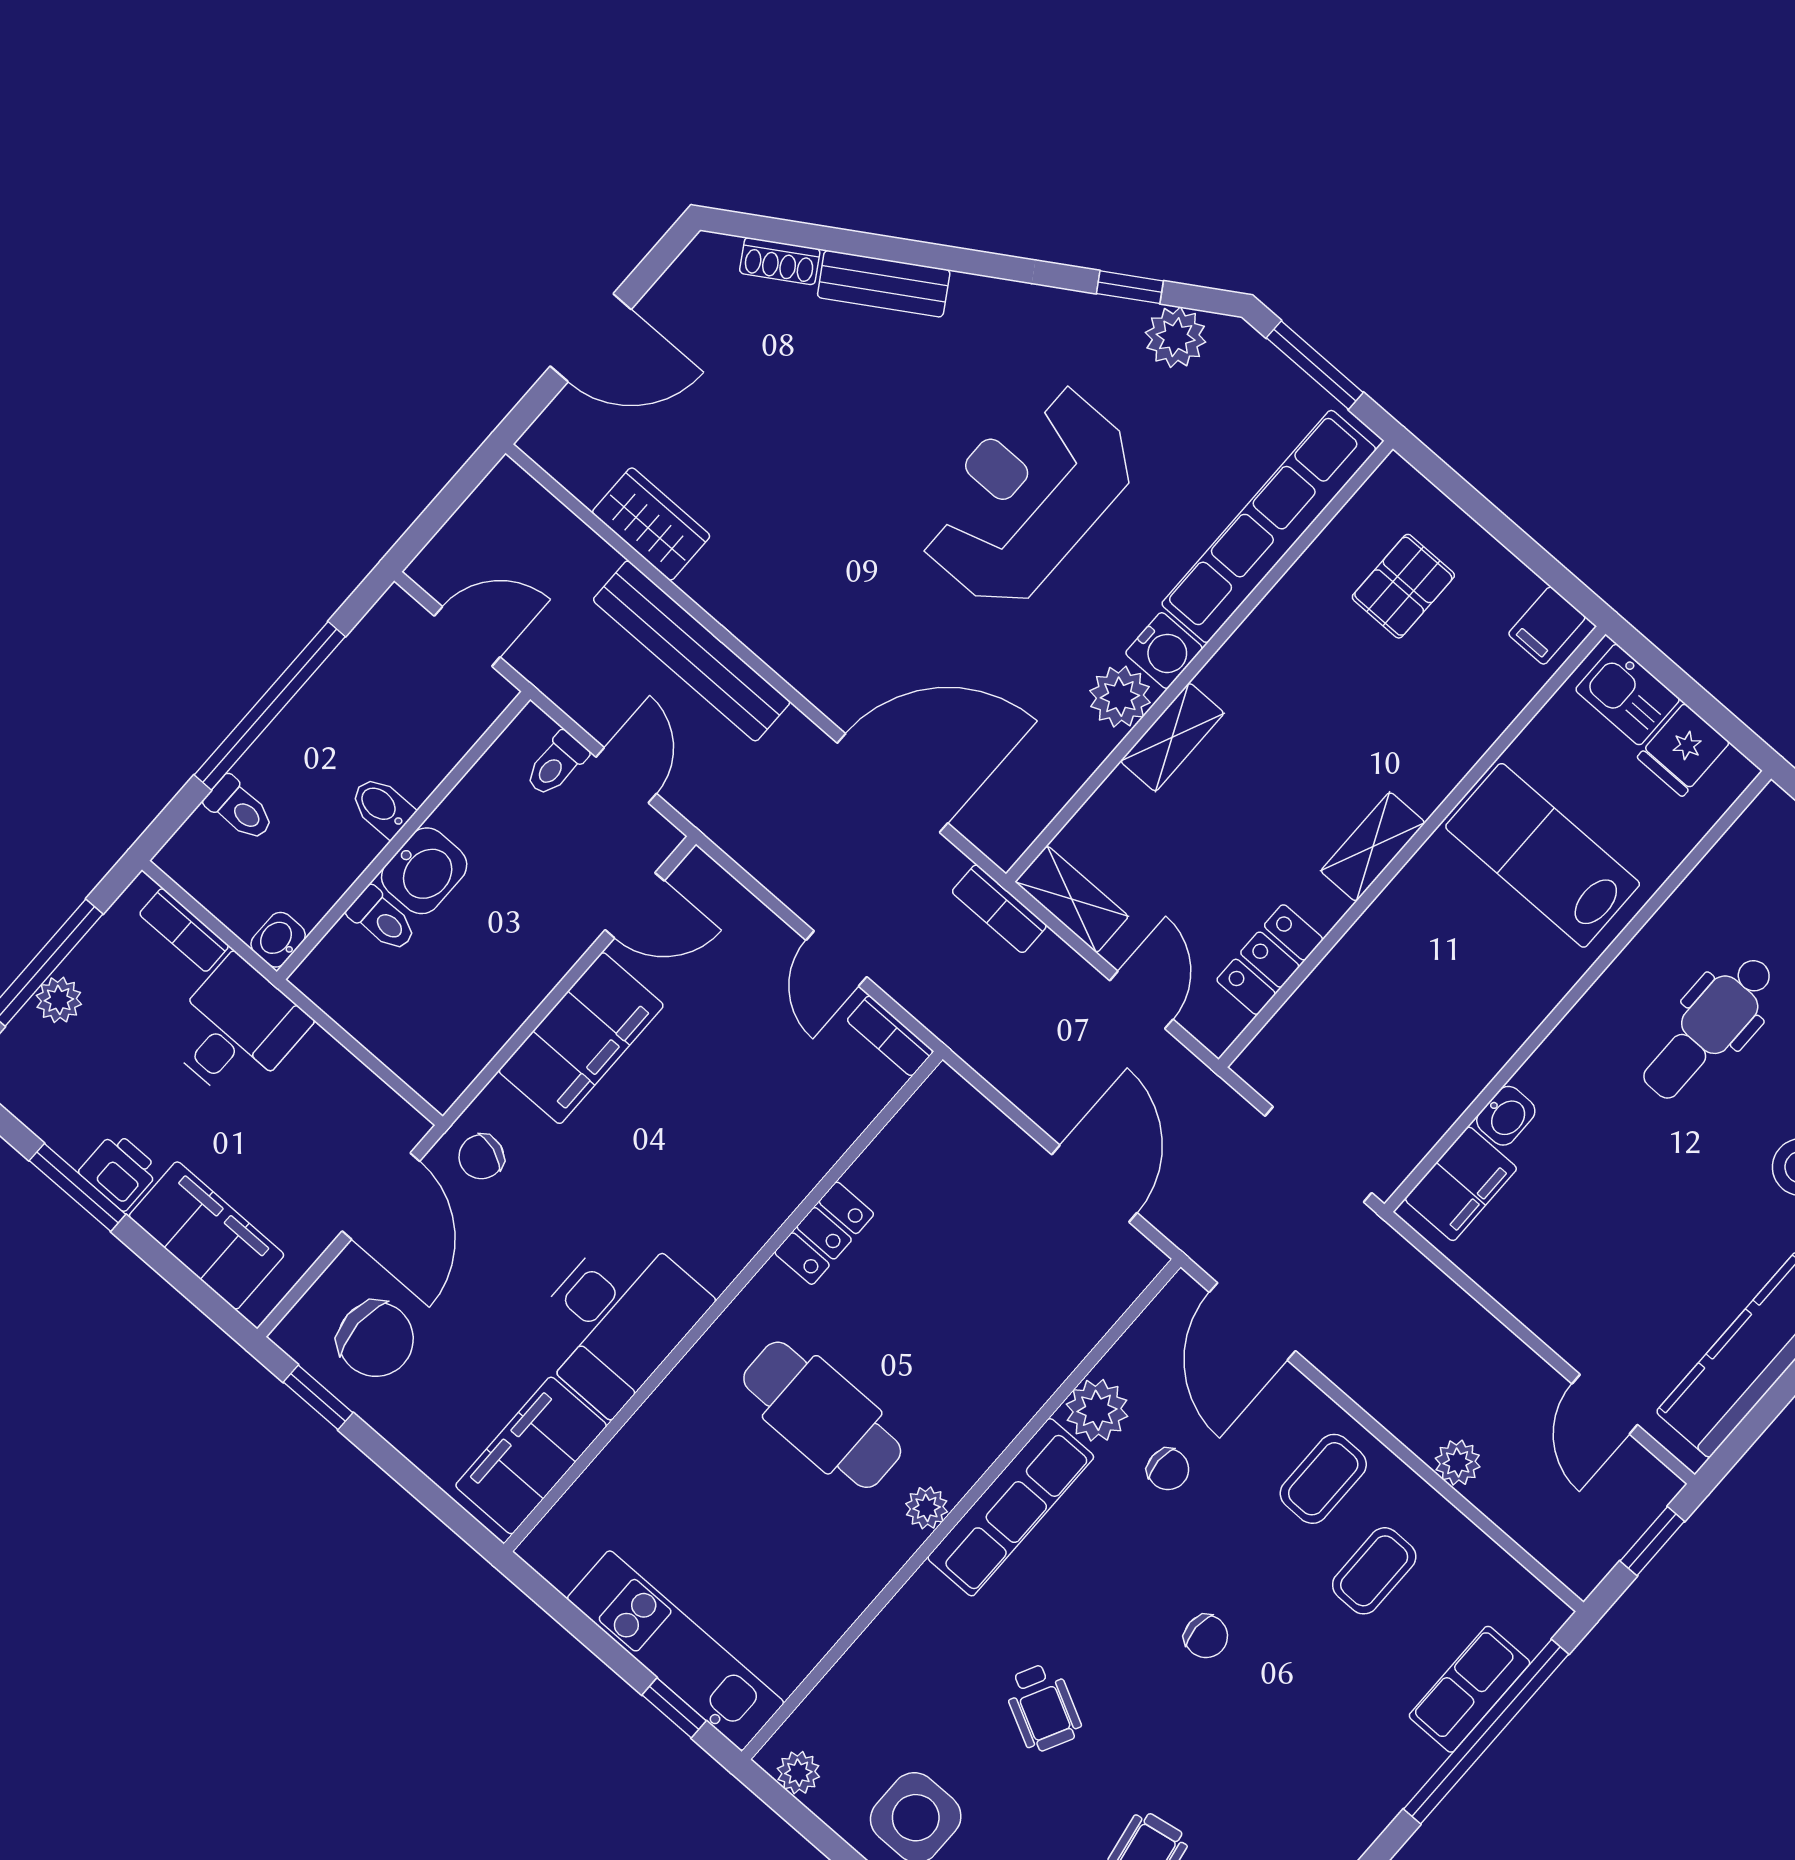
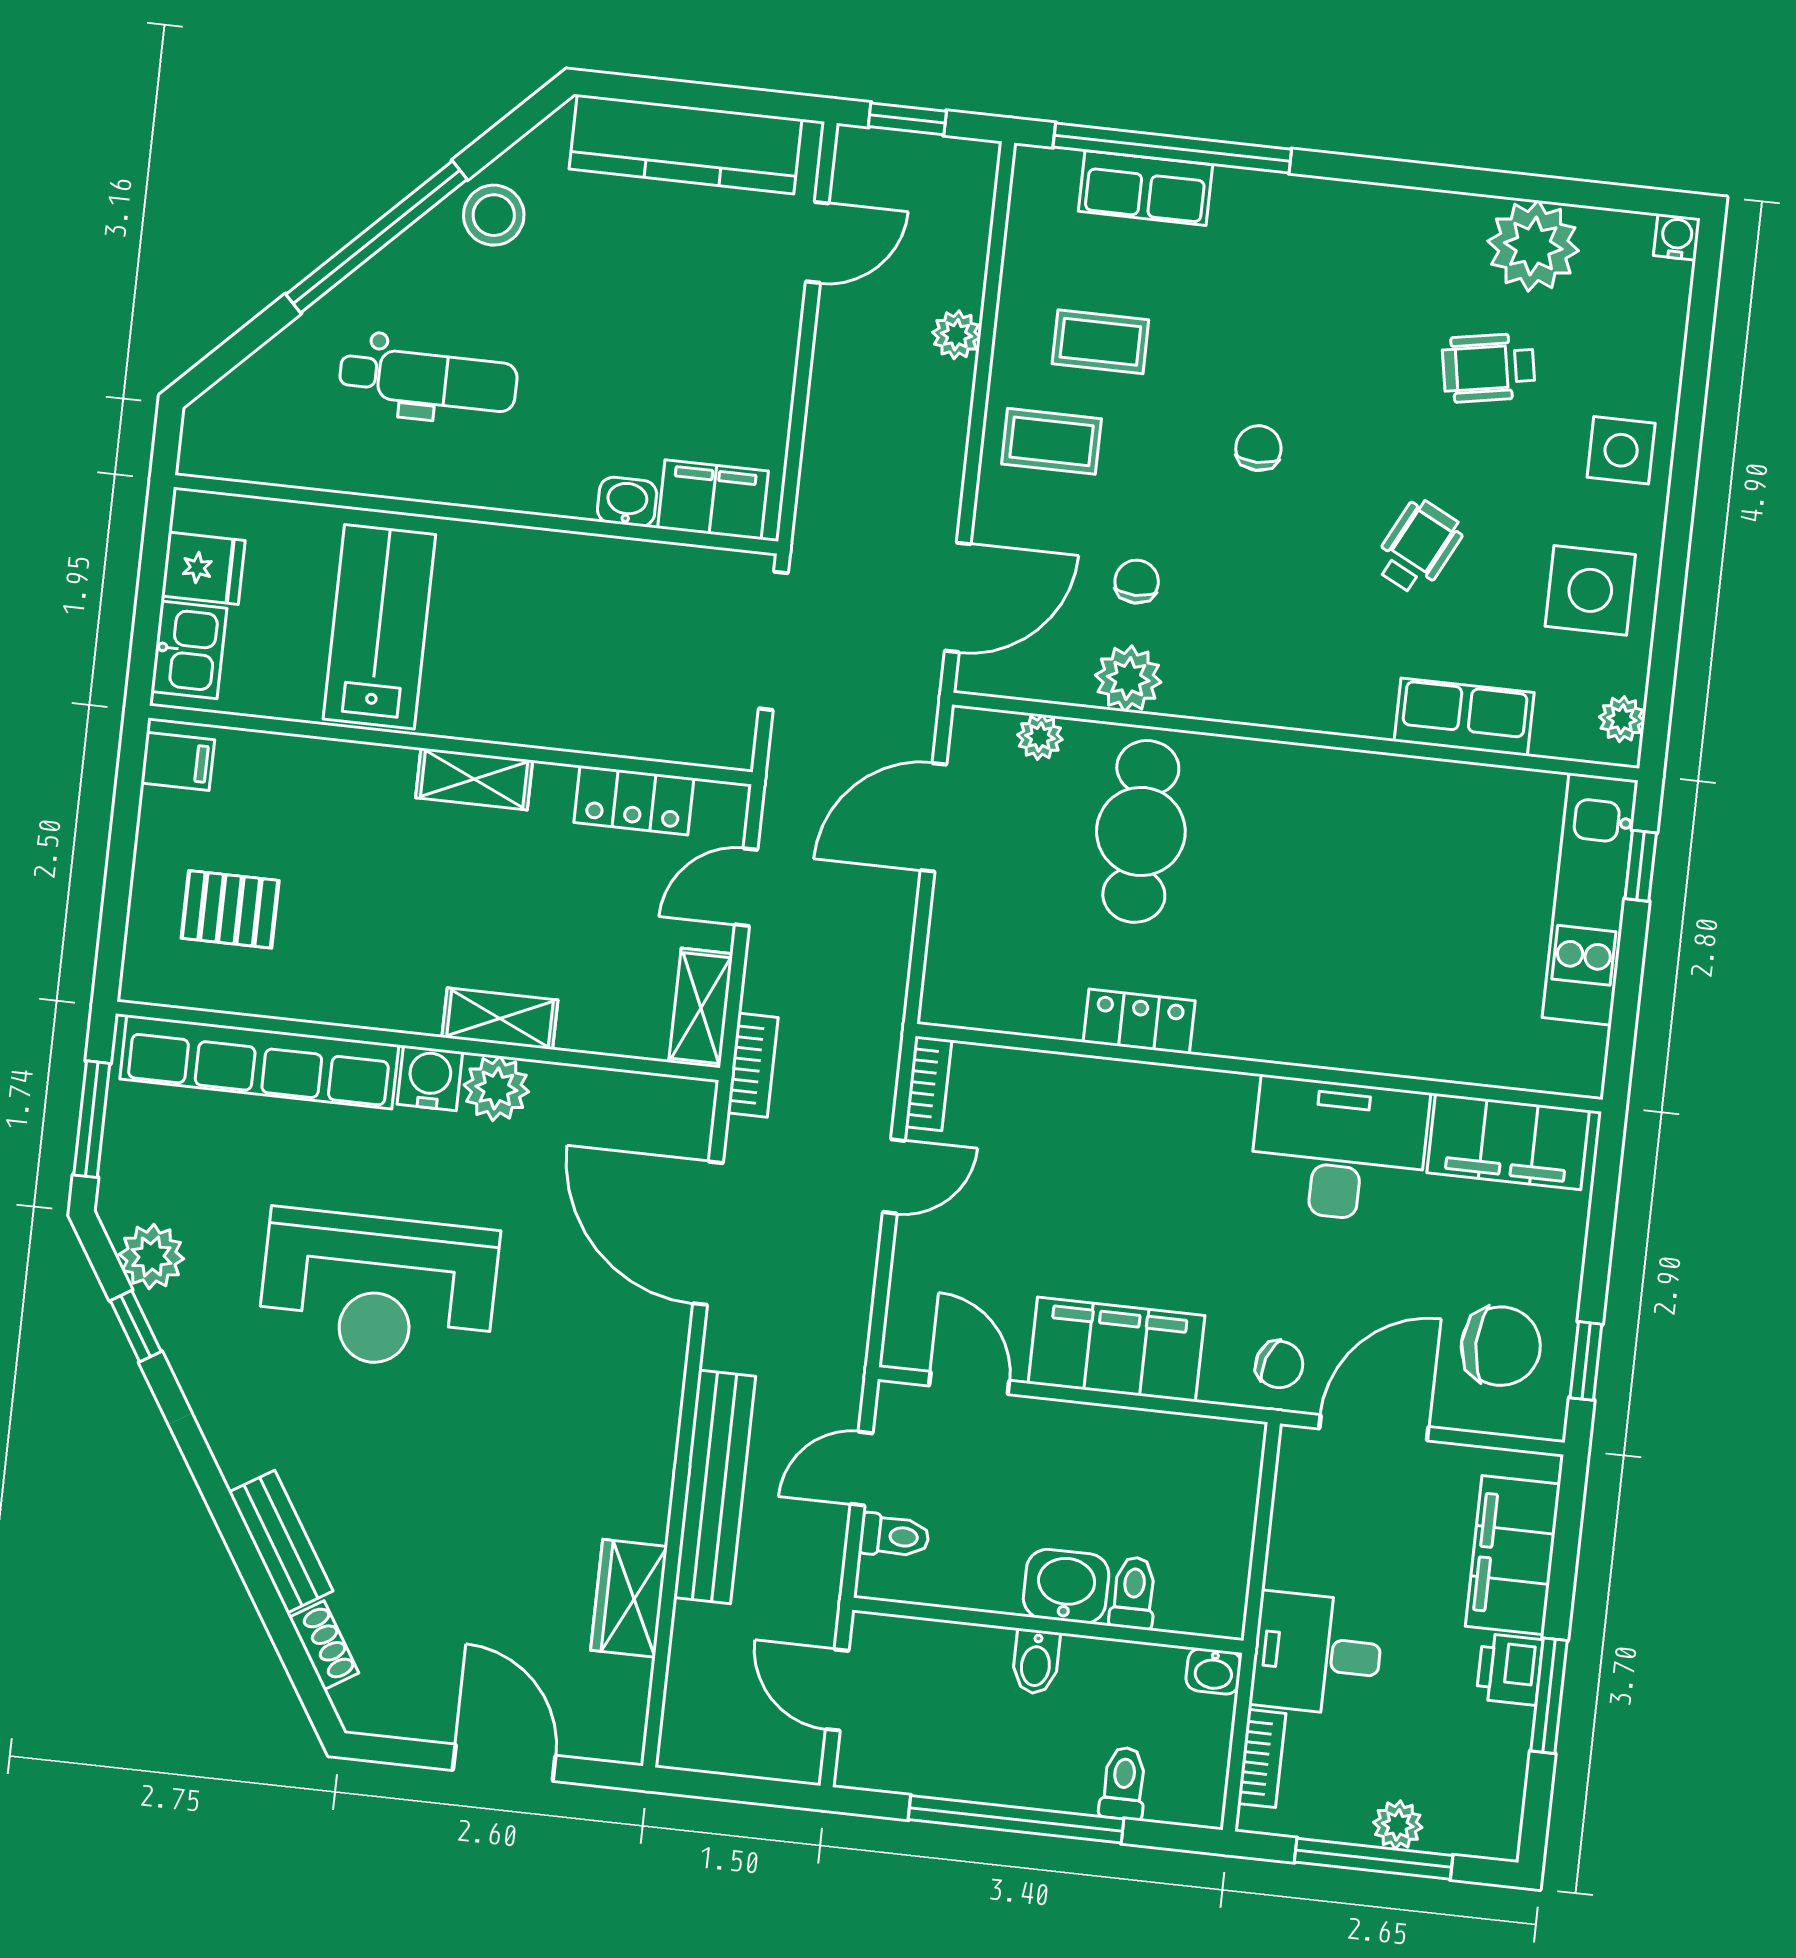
lab bench: (1543, 855) -> (379, 627), turned 180
chair: (376, 1339) -> (1501, 1346), turned 90
cafe table: (822, 1415) -> (1141, 831), moved
row of seats: (1011, 1507) -> (1464, 717), moved, width x0.68
plant: (927, 1508) -> (1040, 737), moved

